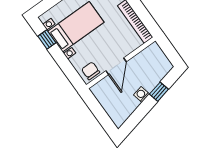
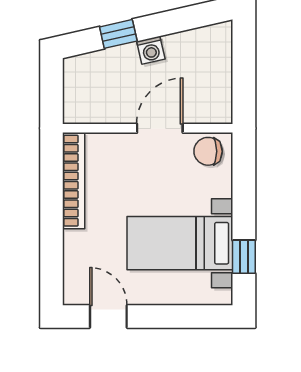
chair: (91, 71) -> (208, 151), turned 90

